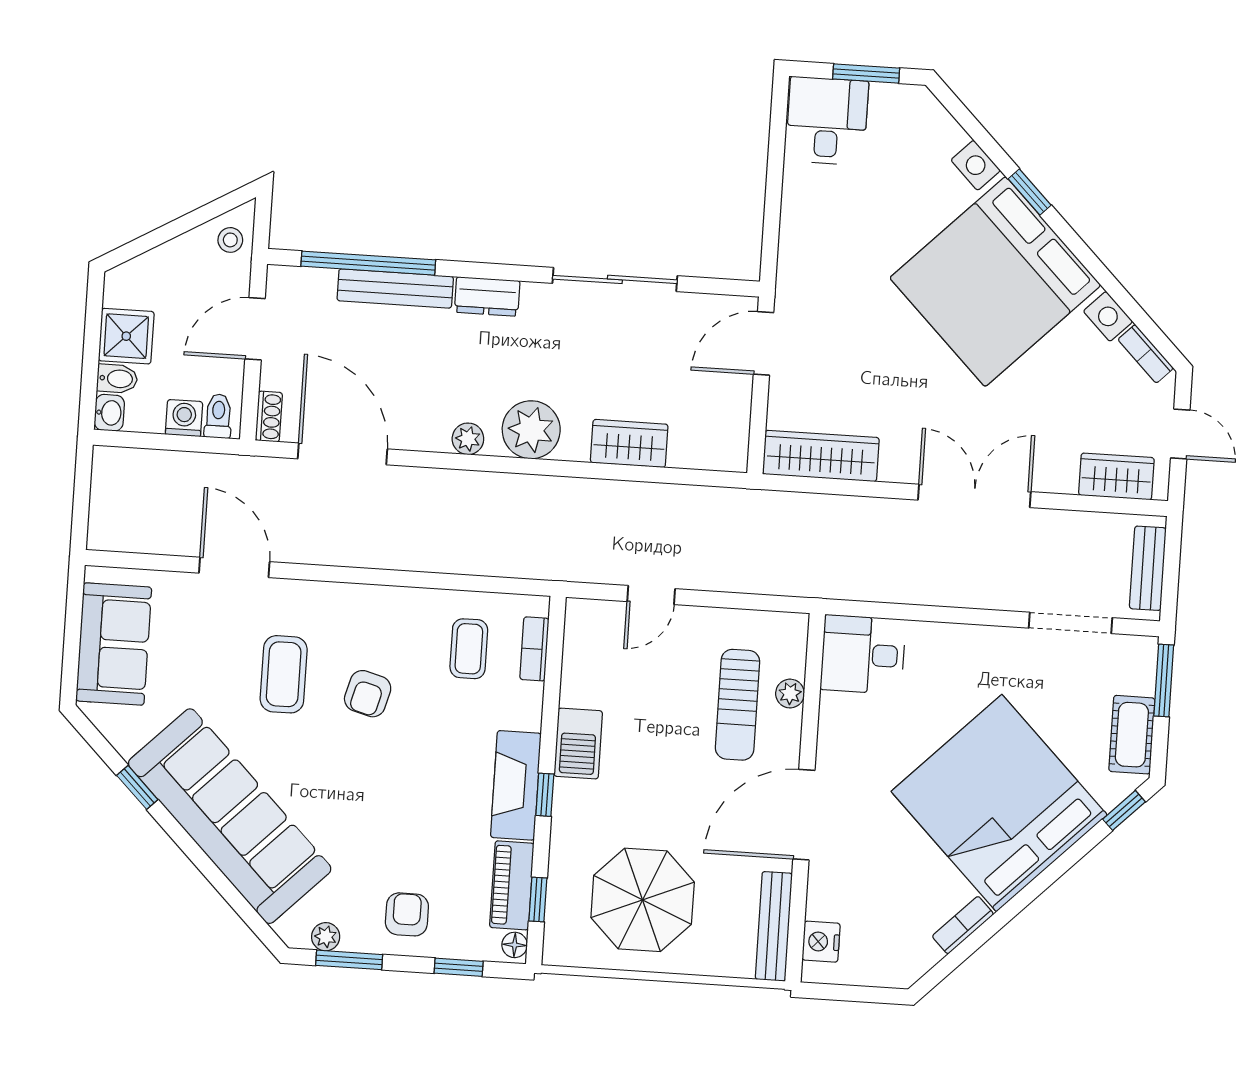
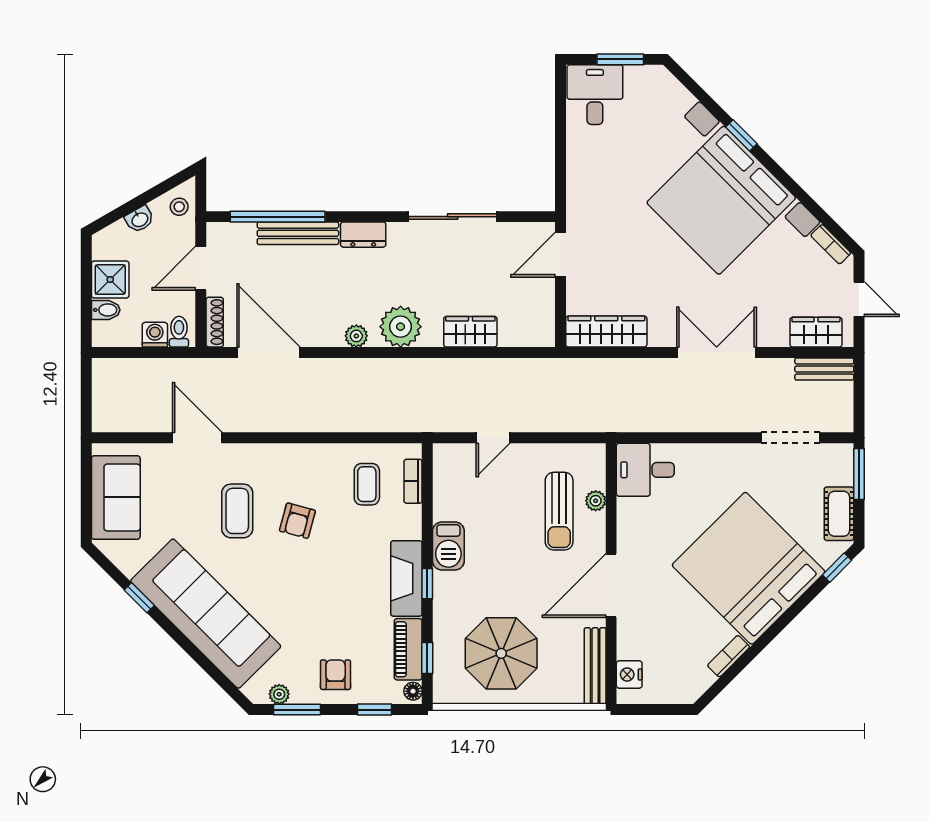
washbasin: (109, 413) -> (140, 219), moved, turned 60
shoe rack: (269, 417) -> (215, 322), width x1.43
bench: (1148, 568) -> (824, 369), moved, turned 90

